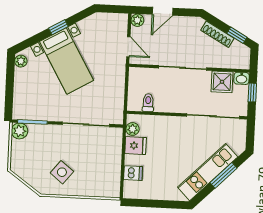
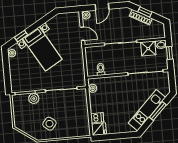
window: (58, 27) -> (21, 36), moved
window: (237, 35) -> (145, 12), moved
plant: (20, 131) -> (34, 99), moved
fridge: (136, 146) -> (99, 129), moved

